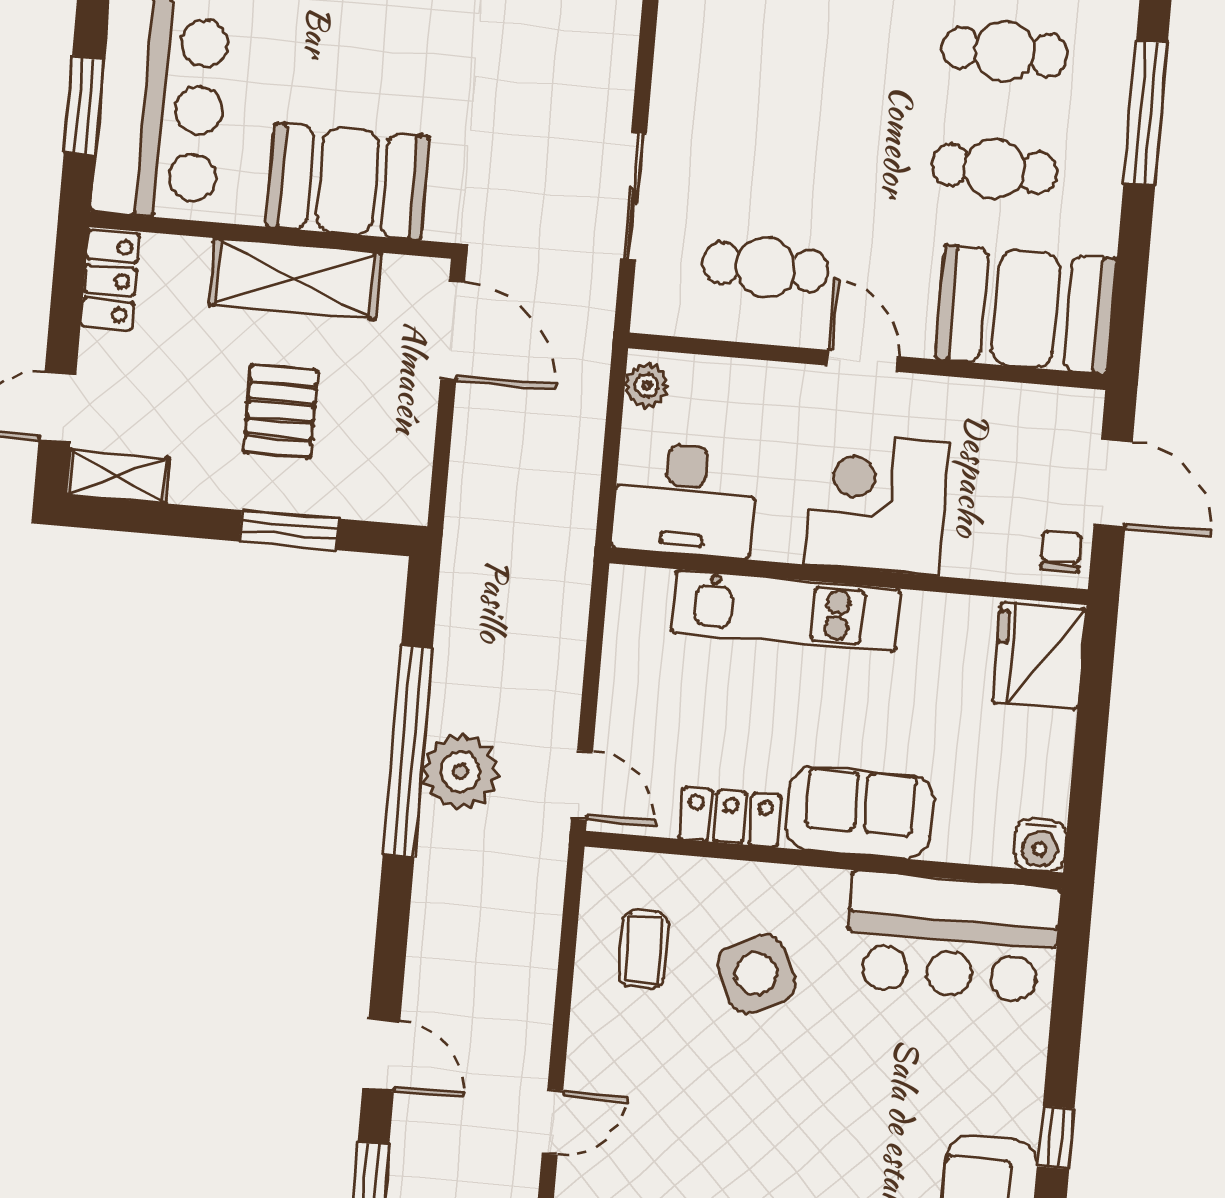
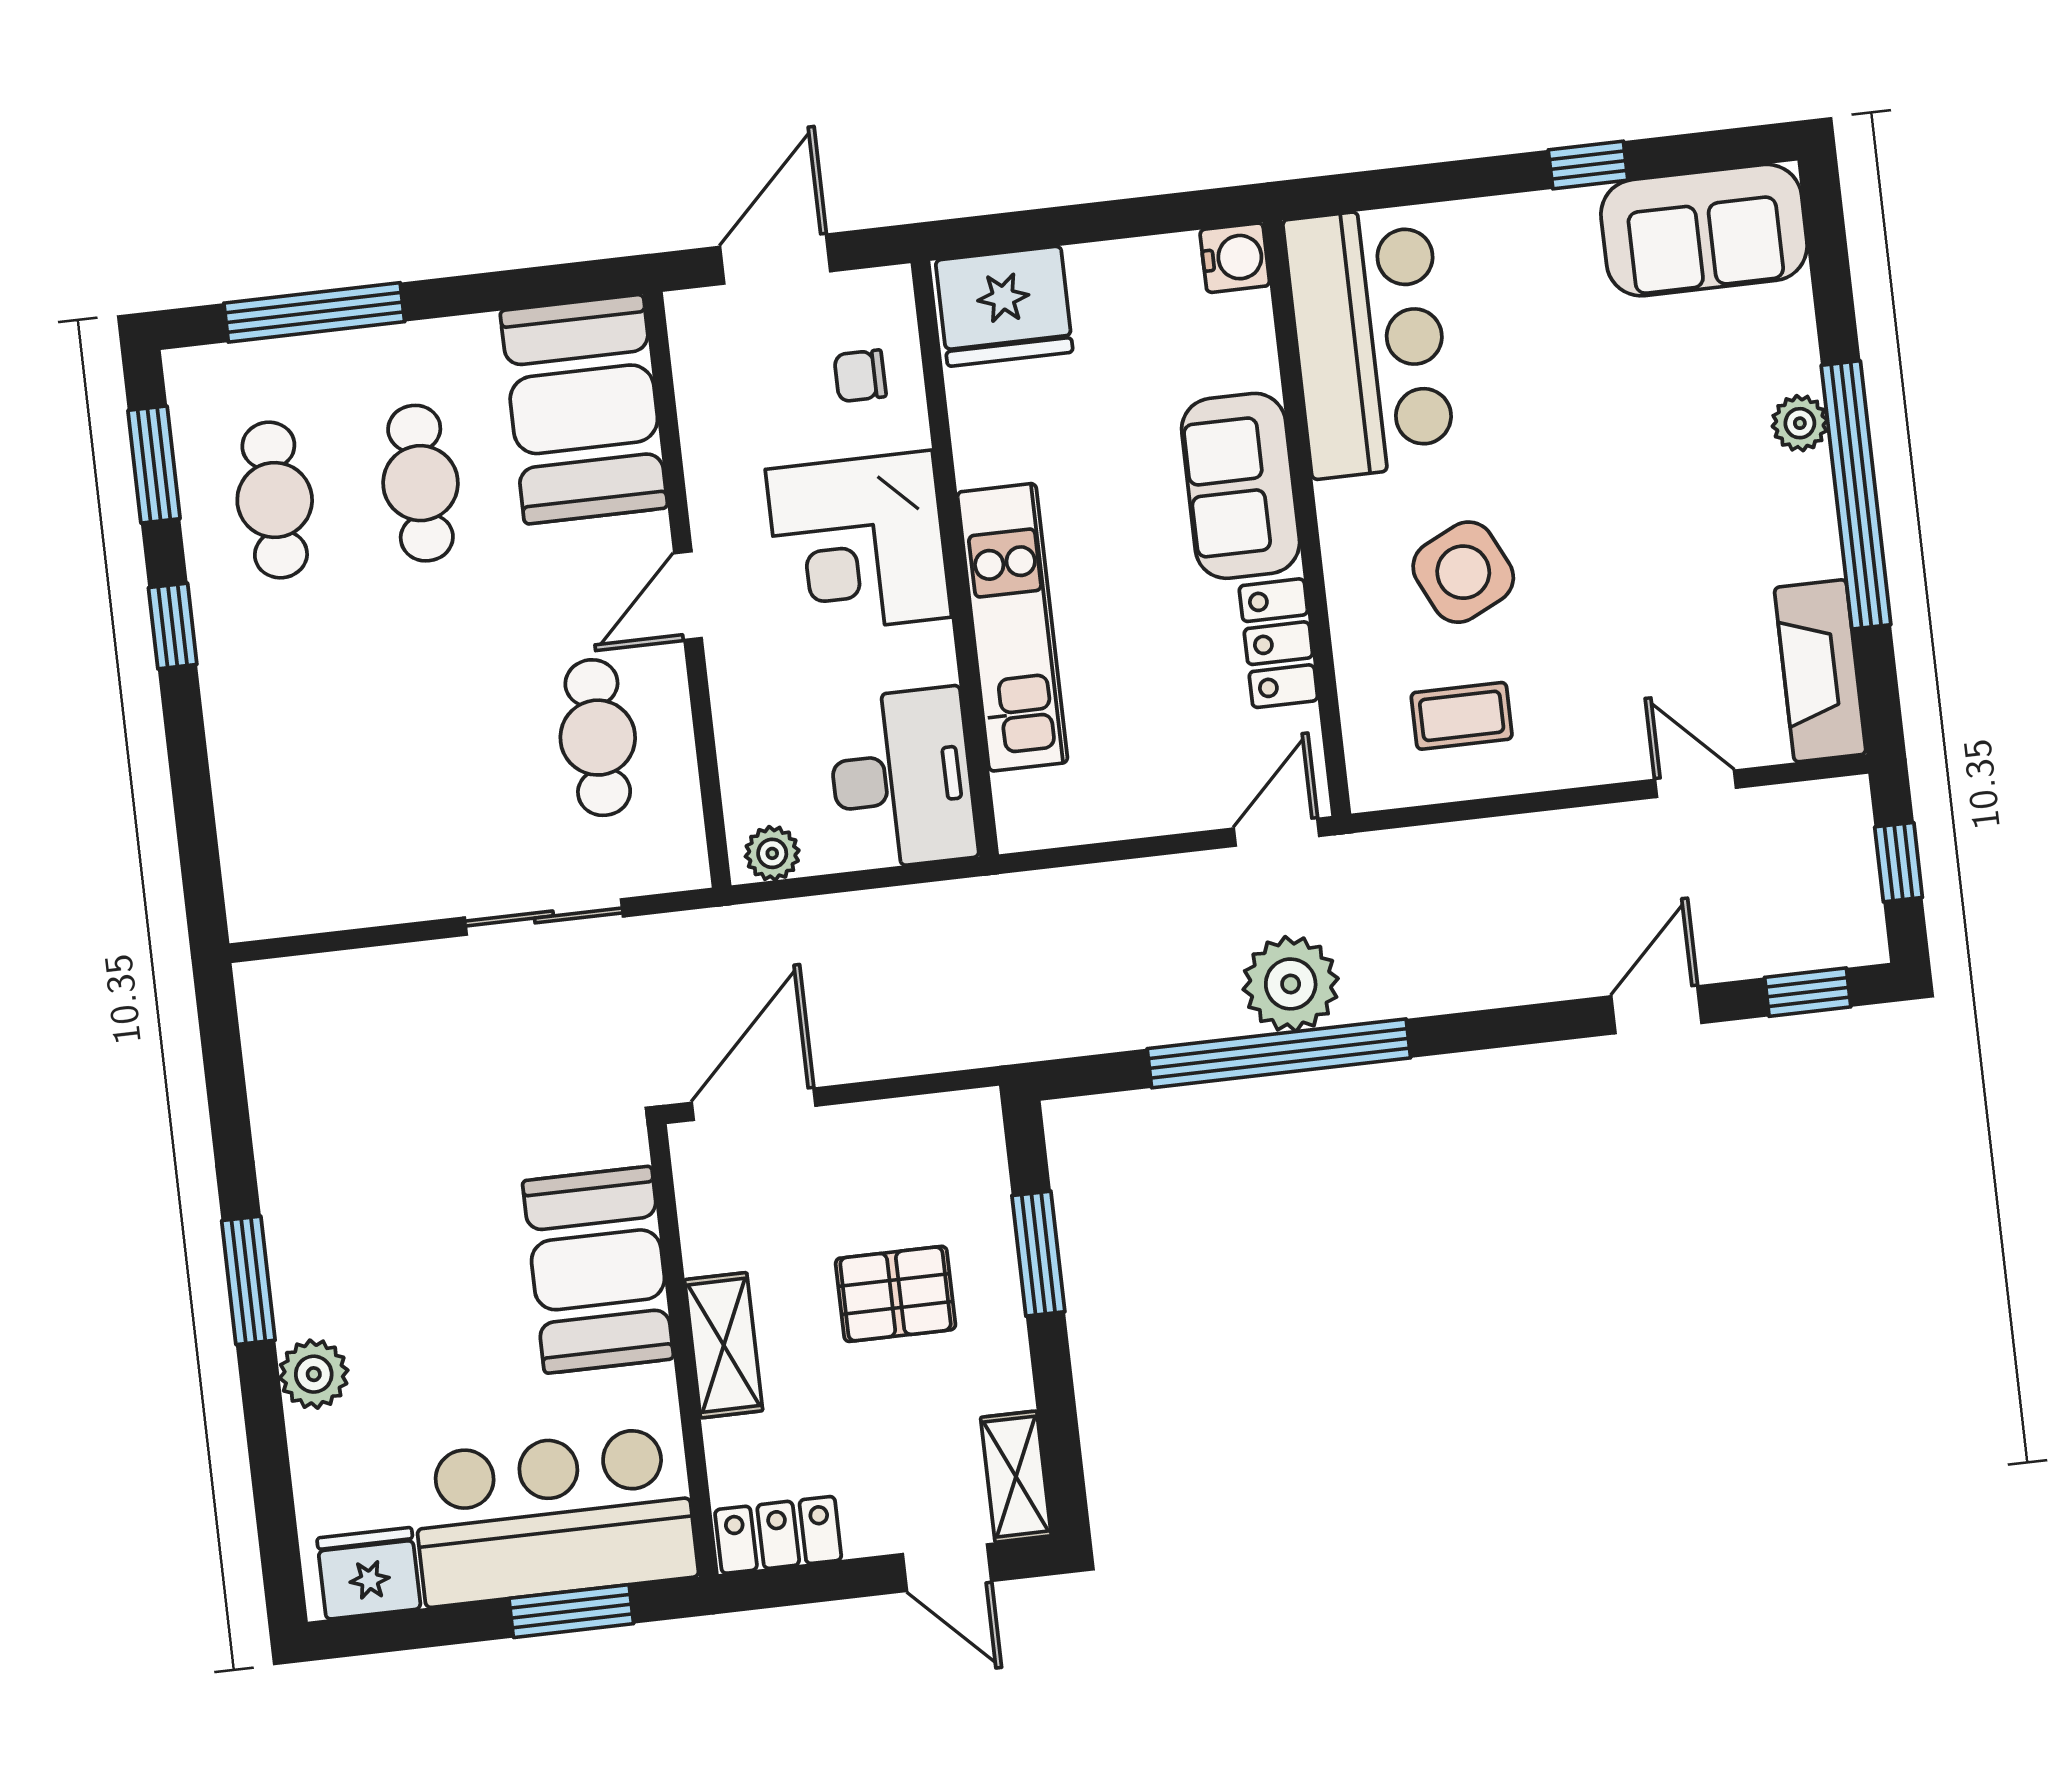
shelving: (295, 279) -> (724, 1345), width x0.67, depth x0.75
chair: (1061, 552) -> (860, 376), moved

